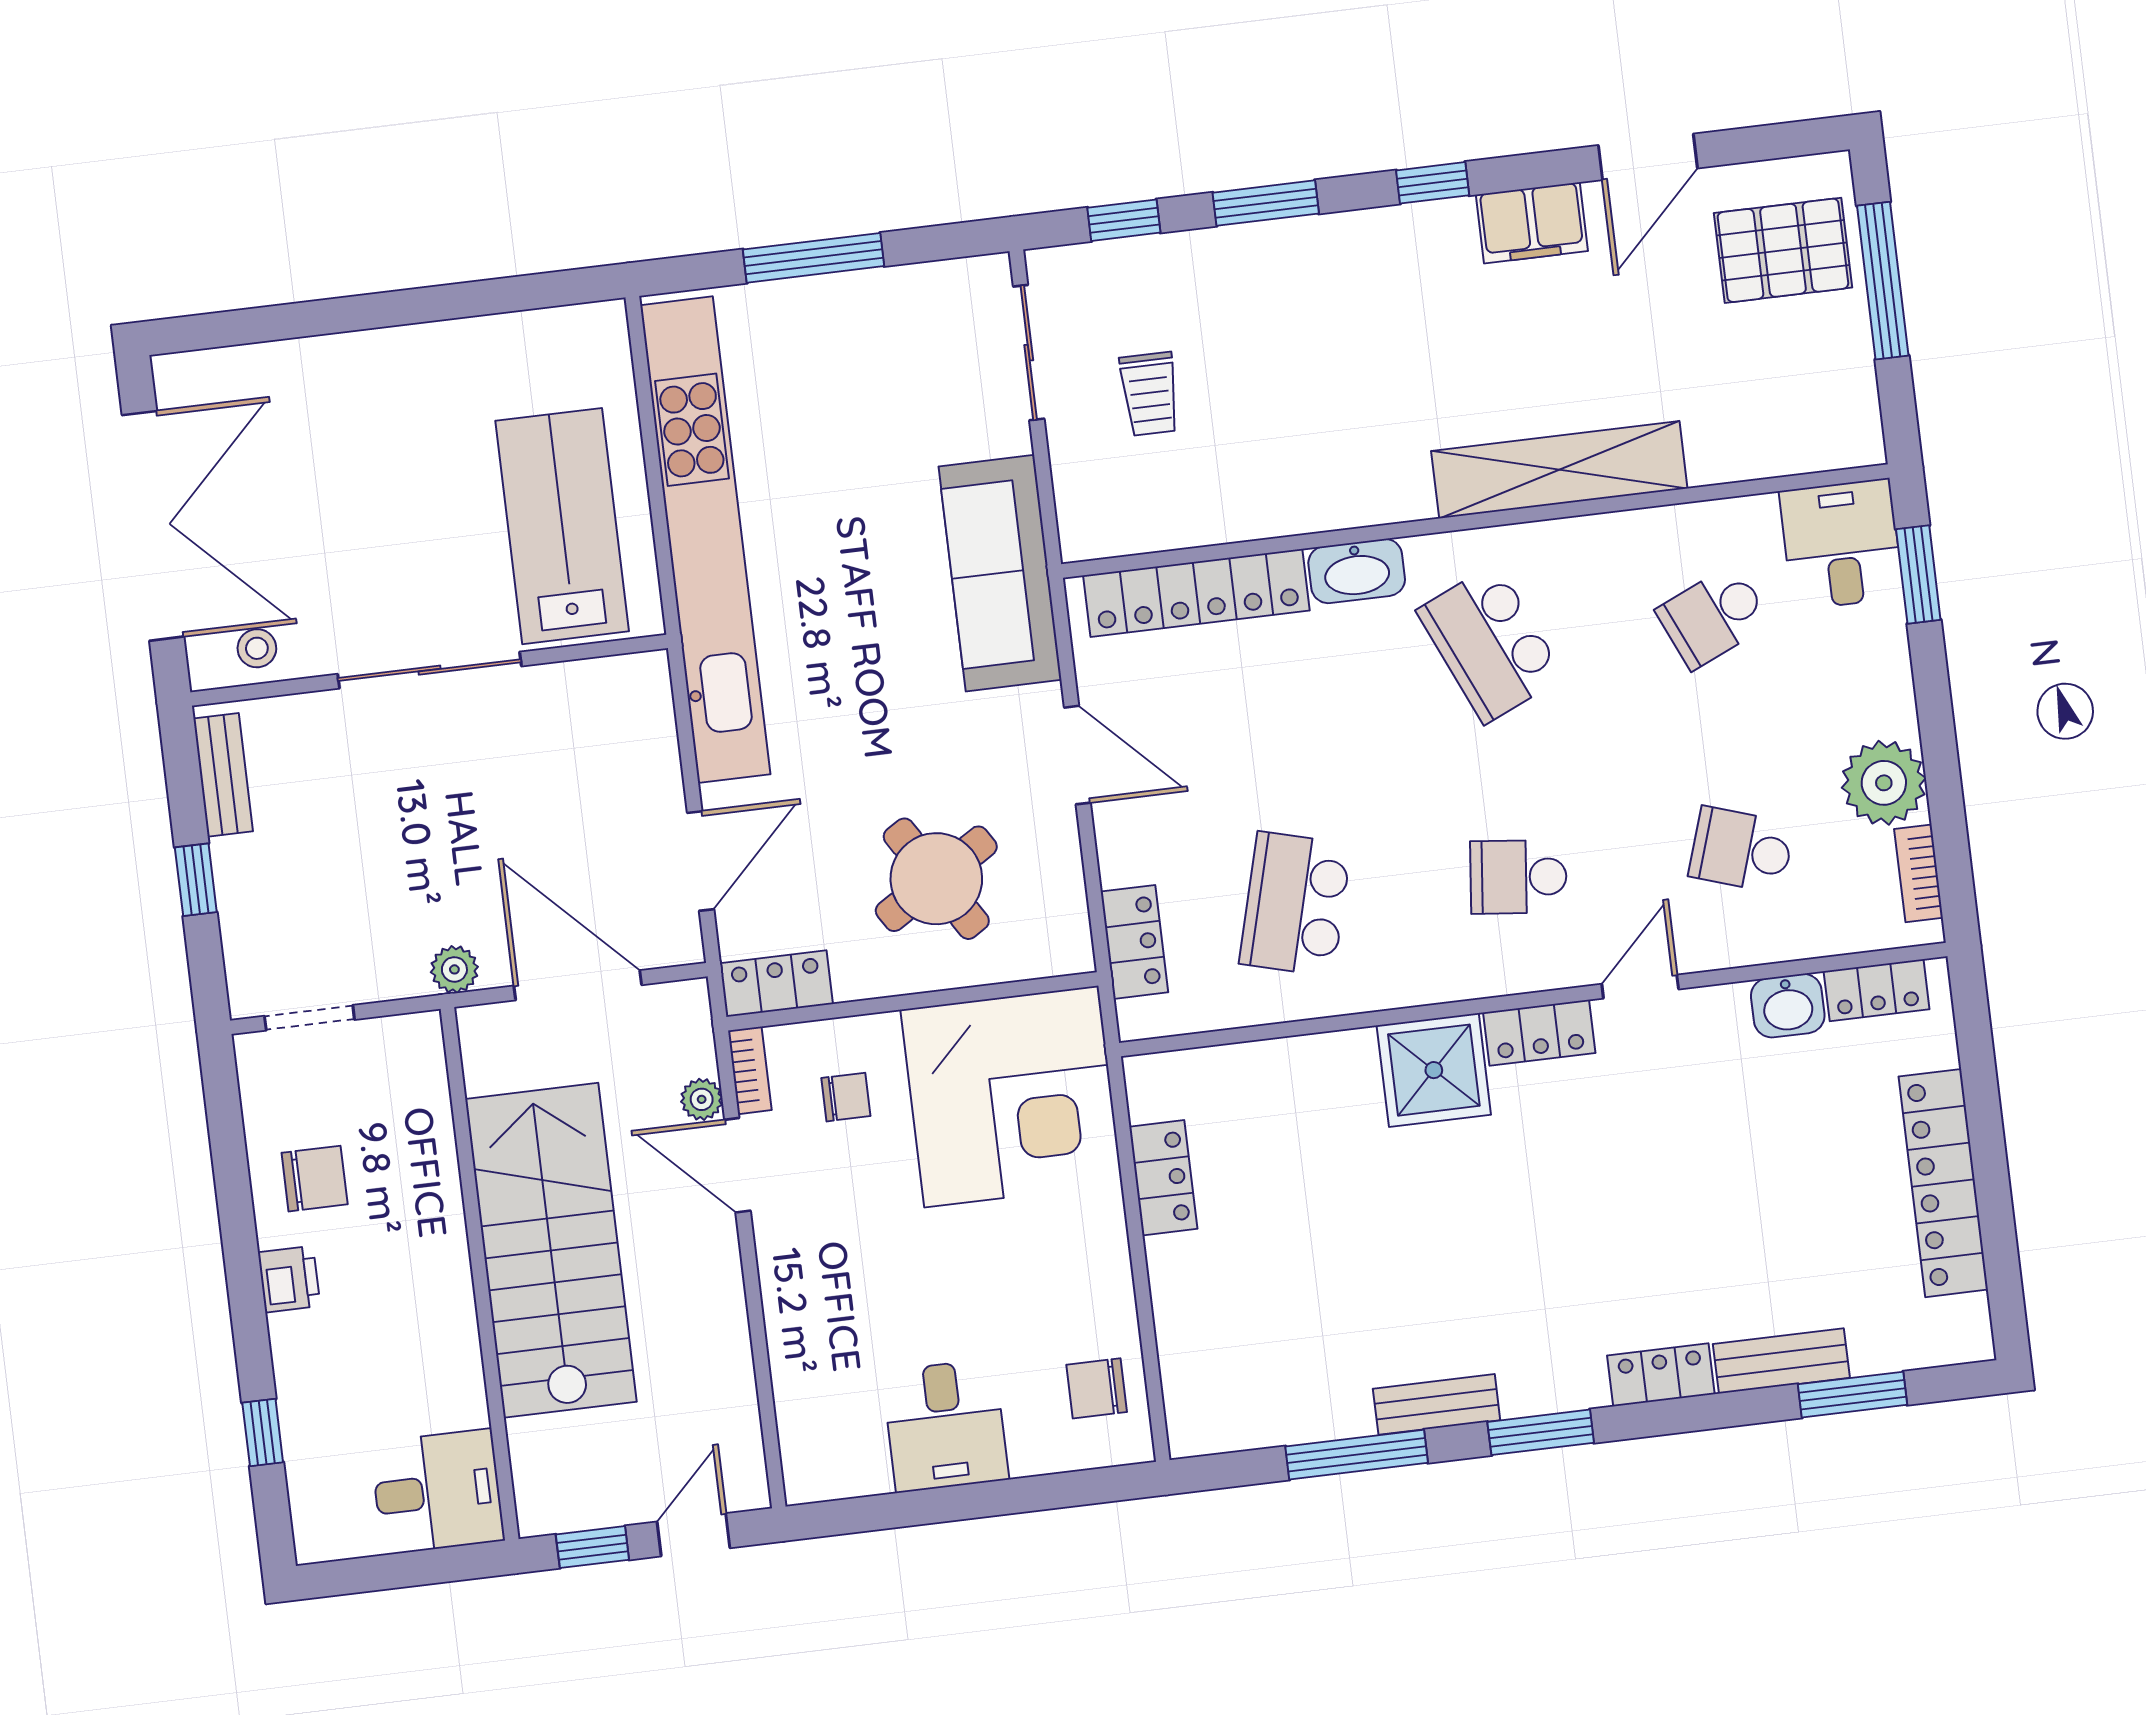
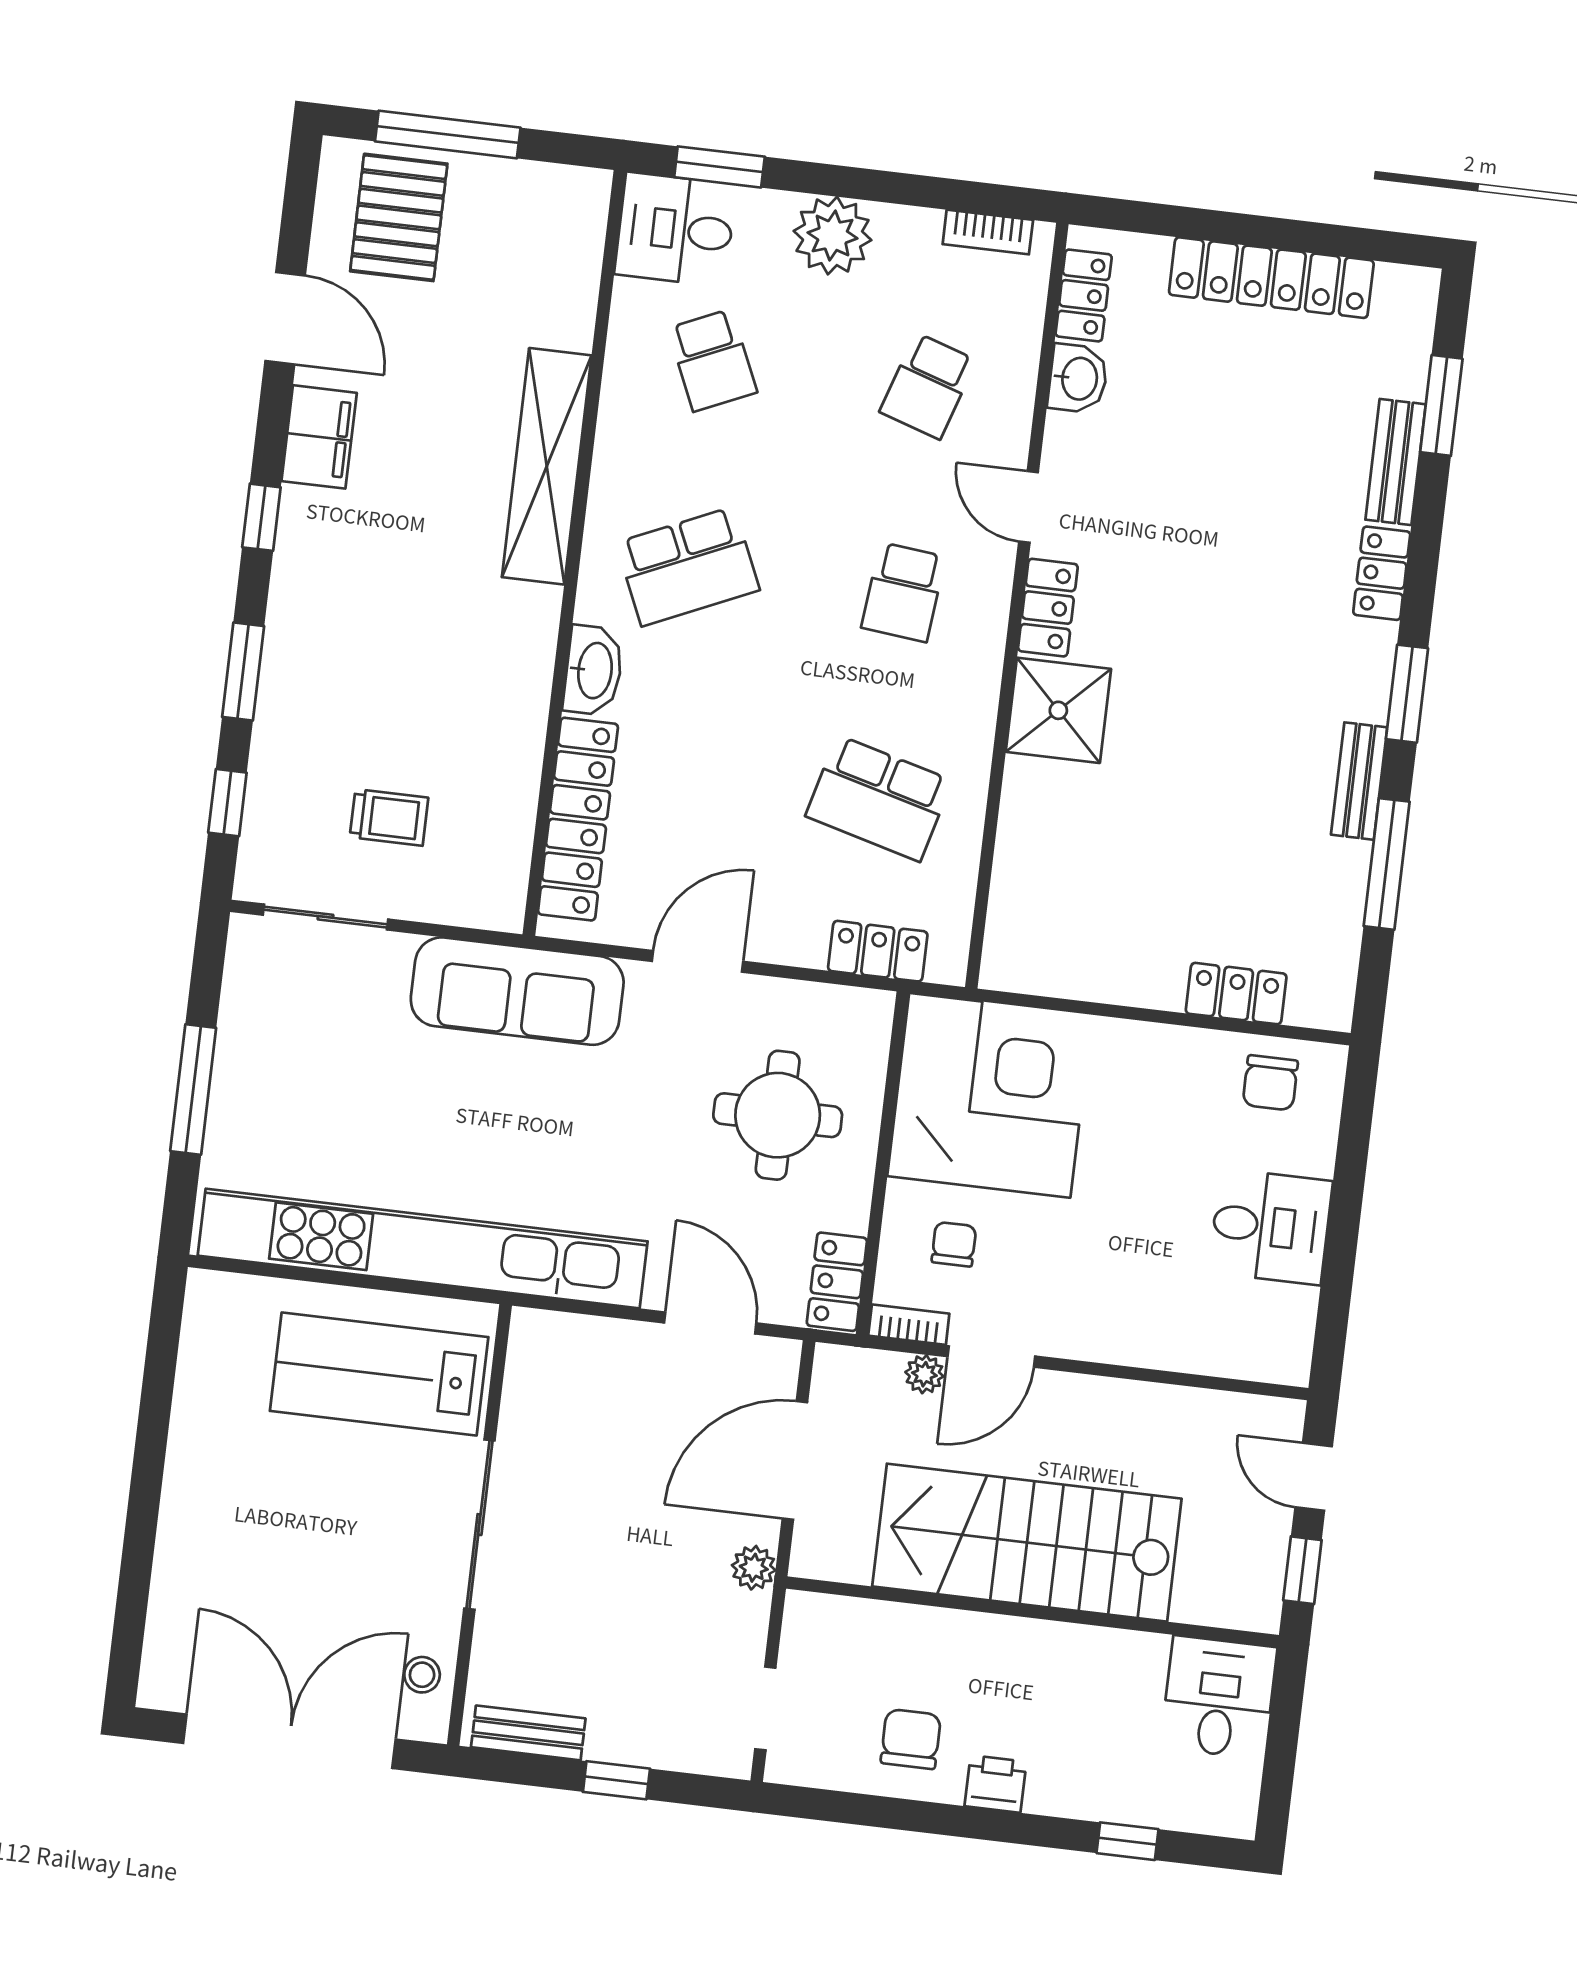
plant: (1884, 783) -> (833, 236), moved
round table: (936, 879) -> (778, 1115), turned 32
locker: (1163, 1178) -> (1236, 994), moved

